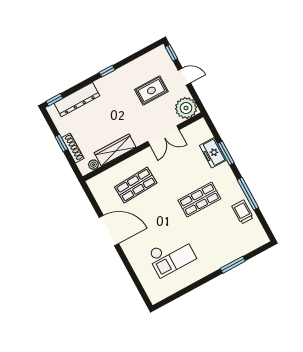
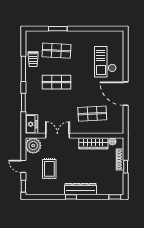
rug: (151, 90) -> (49, 169), turned 90
dresser: (77, 100) -> (81, 189), moved
freezer: (213, 153) -> (31, 124), moved
shop shelf: (220, 237) -> (56, 51), added
checkout: (172, 256) -> (105, 62), moved, turned -90

